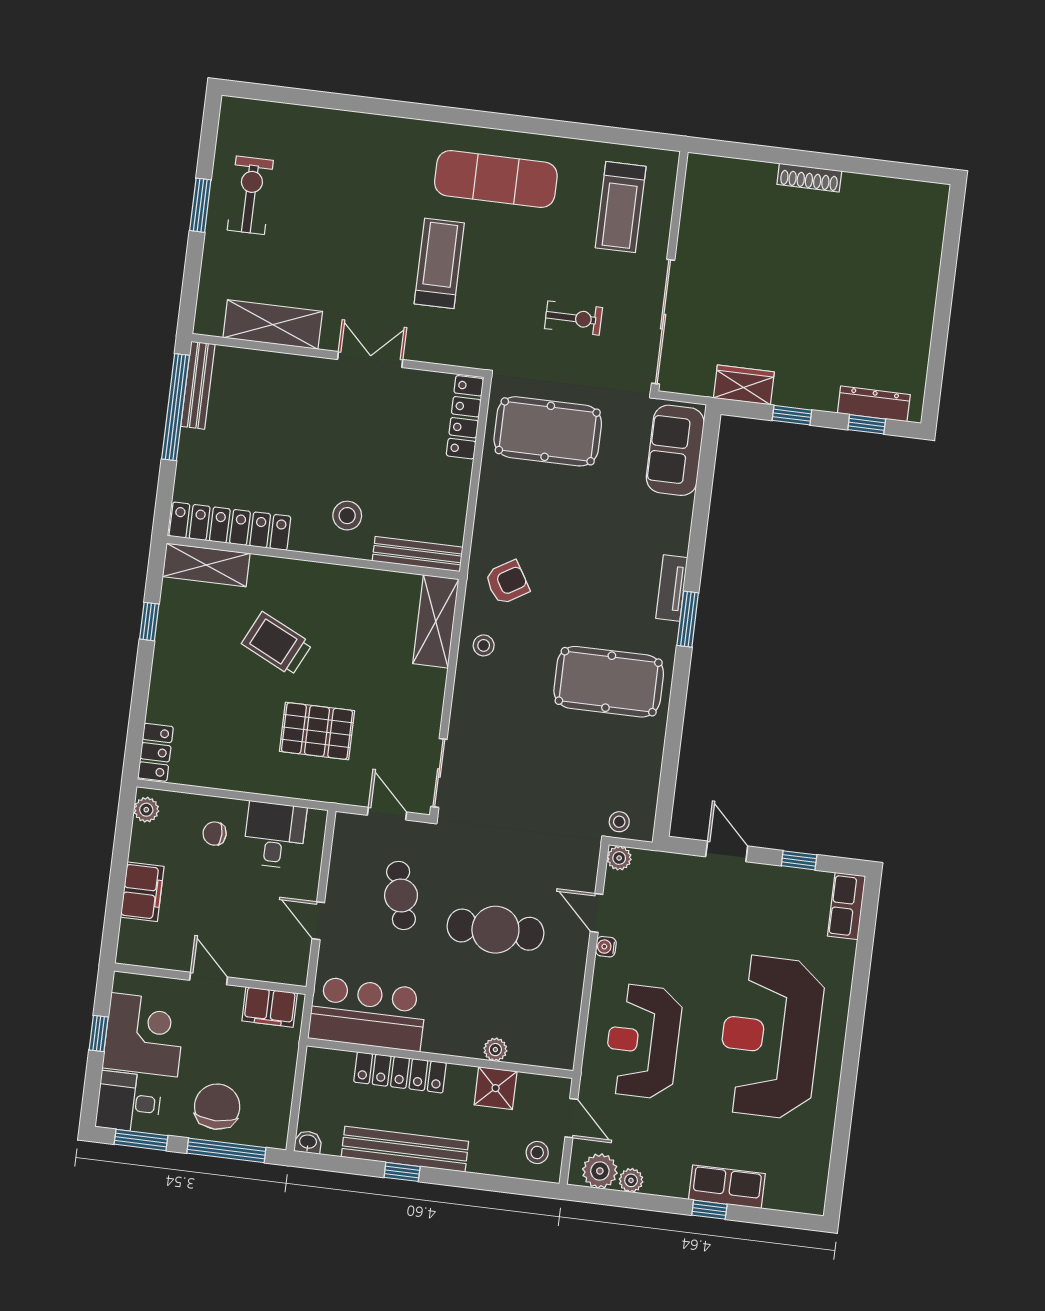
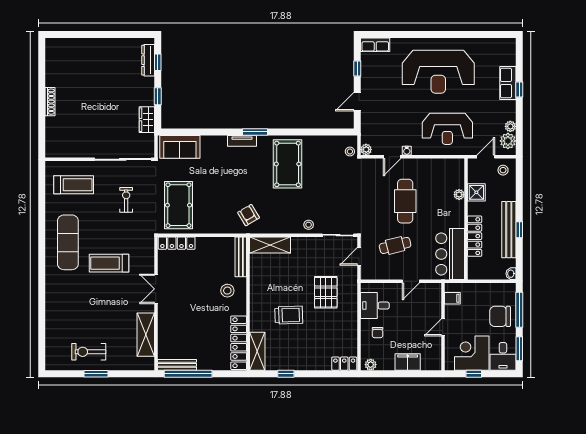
trolley: (277, 644) -> (289, 315), turned -118
stool: (484, 645) -> (309, 225), moved
filing cabinet: (270, 1007) -> (452, 298), width x0.50

